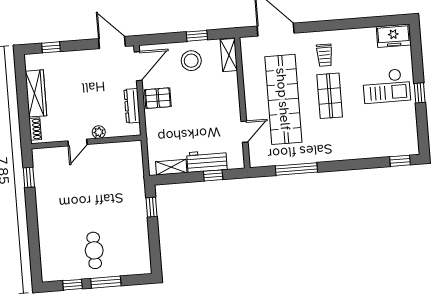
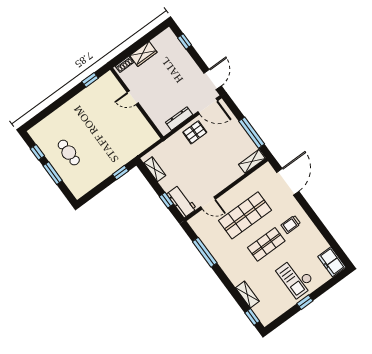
window: (197, 36) -> (252, 133), width x2.17
stool: (191, 61) -> (233, 139), removed
wardrobe: (36, 93) -> (143, 54), width x0.67
pallet: (158, 98) -> (195, 132), turned 90
shop shelf: (283, 99) -> (245, 215), width x0.71
plant: (99, 132) -> (148, 107), removed
shelving: (372, 151) -> (247, 295), added
workbench: (207, 161) -> (182, 201), moved
cafe table: (94, 250) -> (69, 153), turned 90

